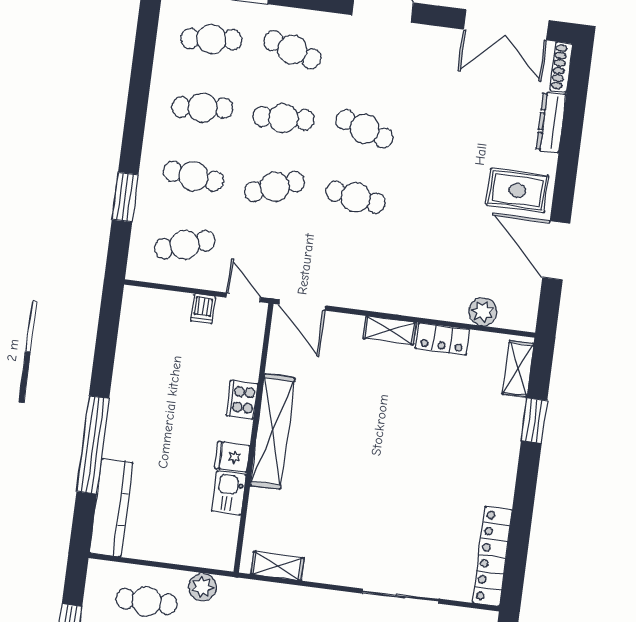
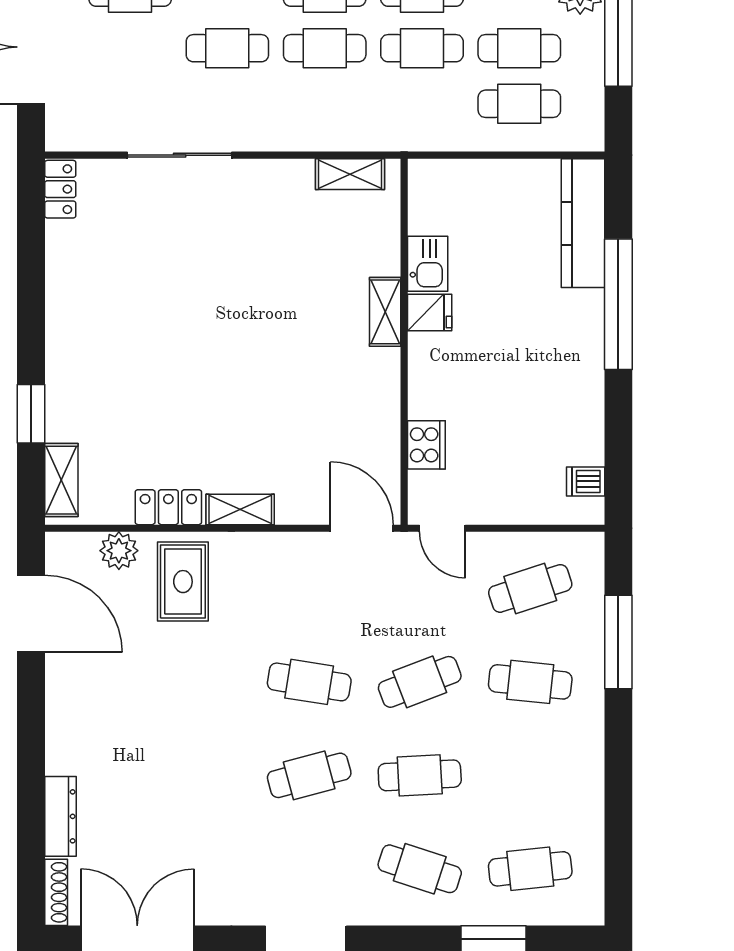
cafe table: (202, 108) -> (530, 775), removed
cafe table: (365, 129) -> (309, 775), turned -33
rug: (517, 190) -> (183, 582), moved, turned 90
window: (125, 197) -> (618, 642), width x1.44
door: (556, 250) -> (31, 614), moved
dishwasher: (203, 309) -> (586, 481), moved, turned -90
cooker: (242, 400) -> (426, 445), moved
shelving: (272, 432) -> (385, 312), width x0.45, depth x0.75
locker: (492, 556) -> (60, 189), width x0.46, depth x0.83
plant: (203, 587) -> (447, 133), removed

